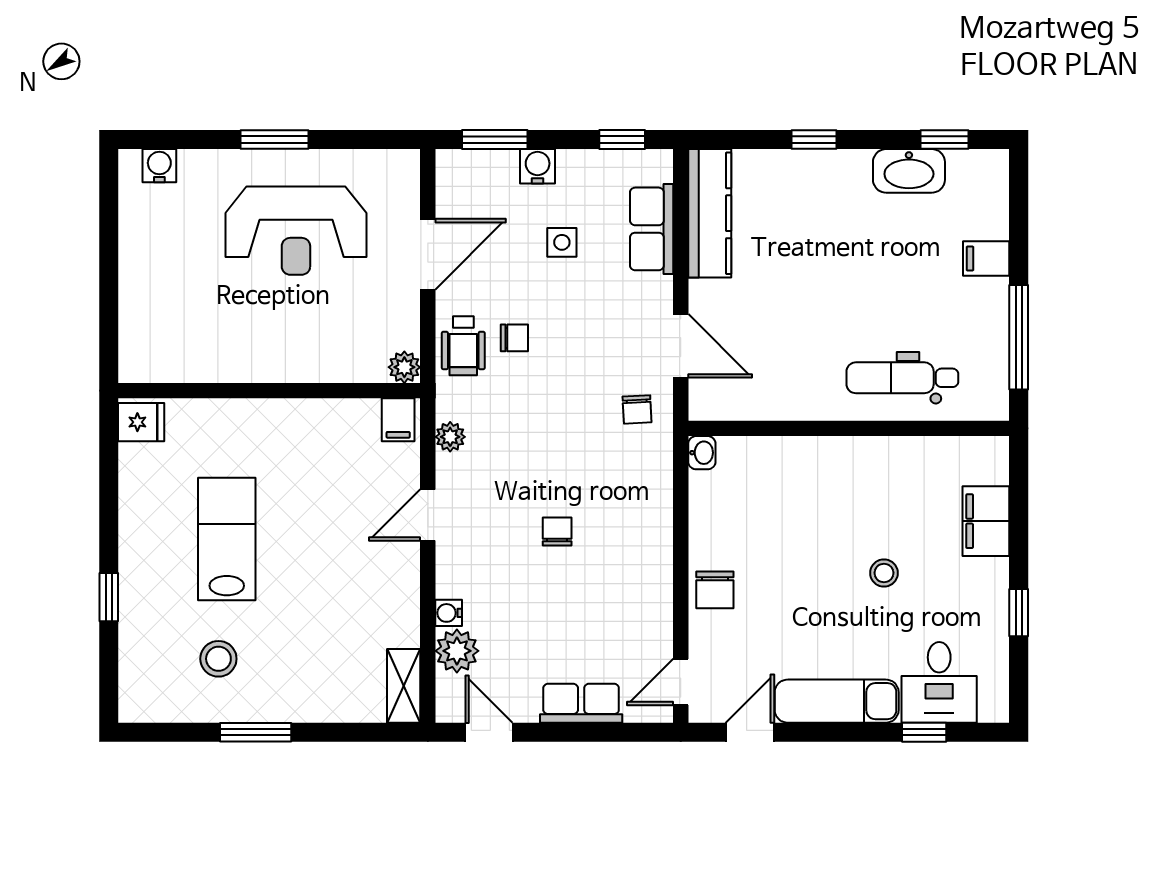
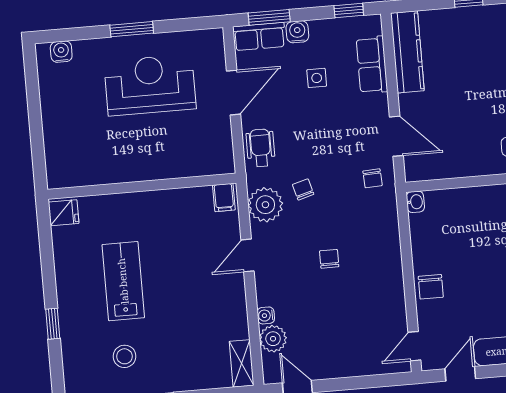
reception desk: (296, 231) -> (150, 85), turned 180
chair: (514, 338) -> (303, 189), moved, turned -106
wheelchair: (463, 346) -> (261, 148), turned 180
plant: (404, 367) -> (225, 164), removed
plant: (450, 437) -> (265, 205), width x1.87, depth x1.87
row of seats: (581, 703) -> (259, 36), moved, turned 180

